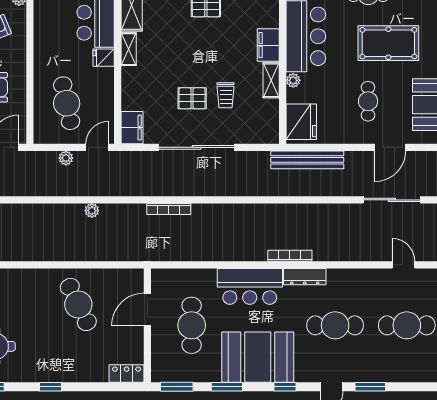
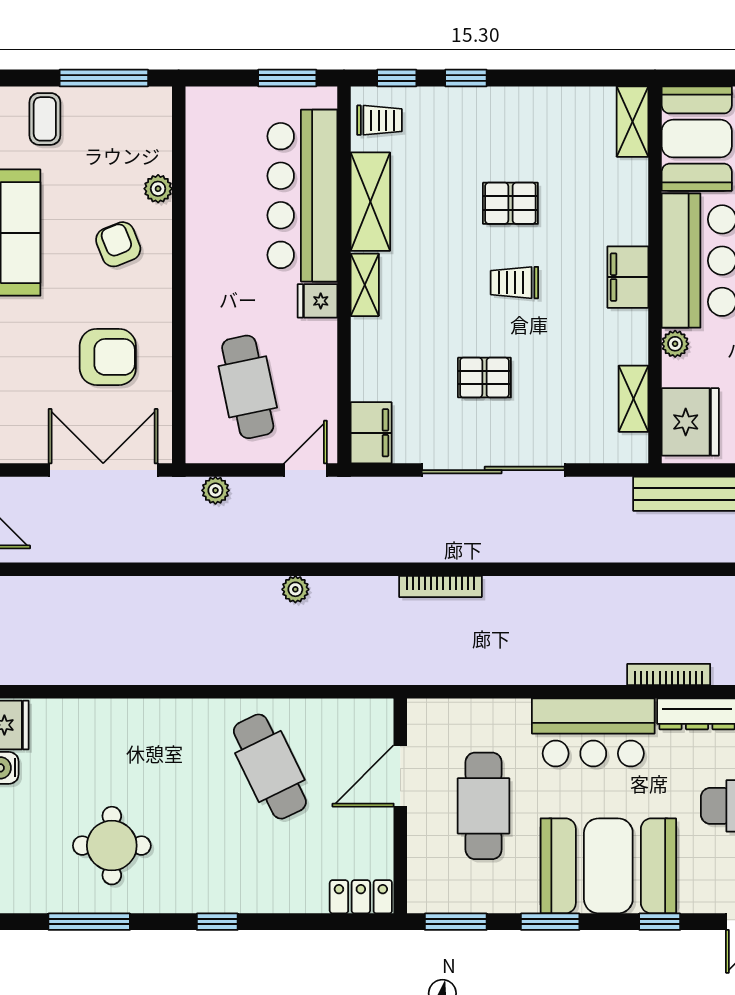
shelving: (271, 80) -> (634, 399), moved
trolley: (226, 95) -> (514, 283), moved, turned 90
plant: (66, 158) -> (215, 490), moved

